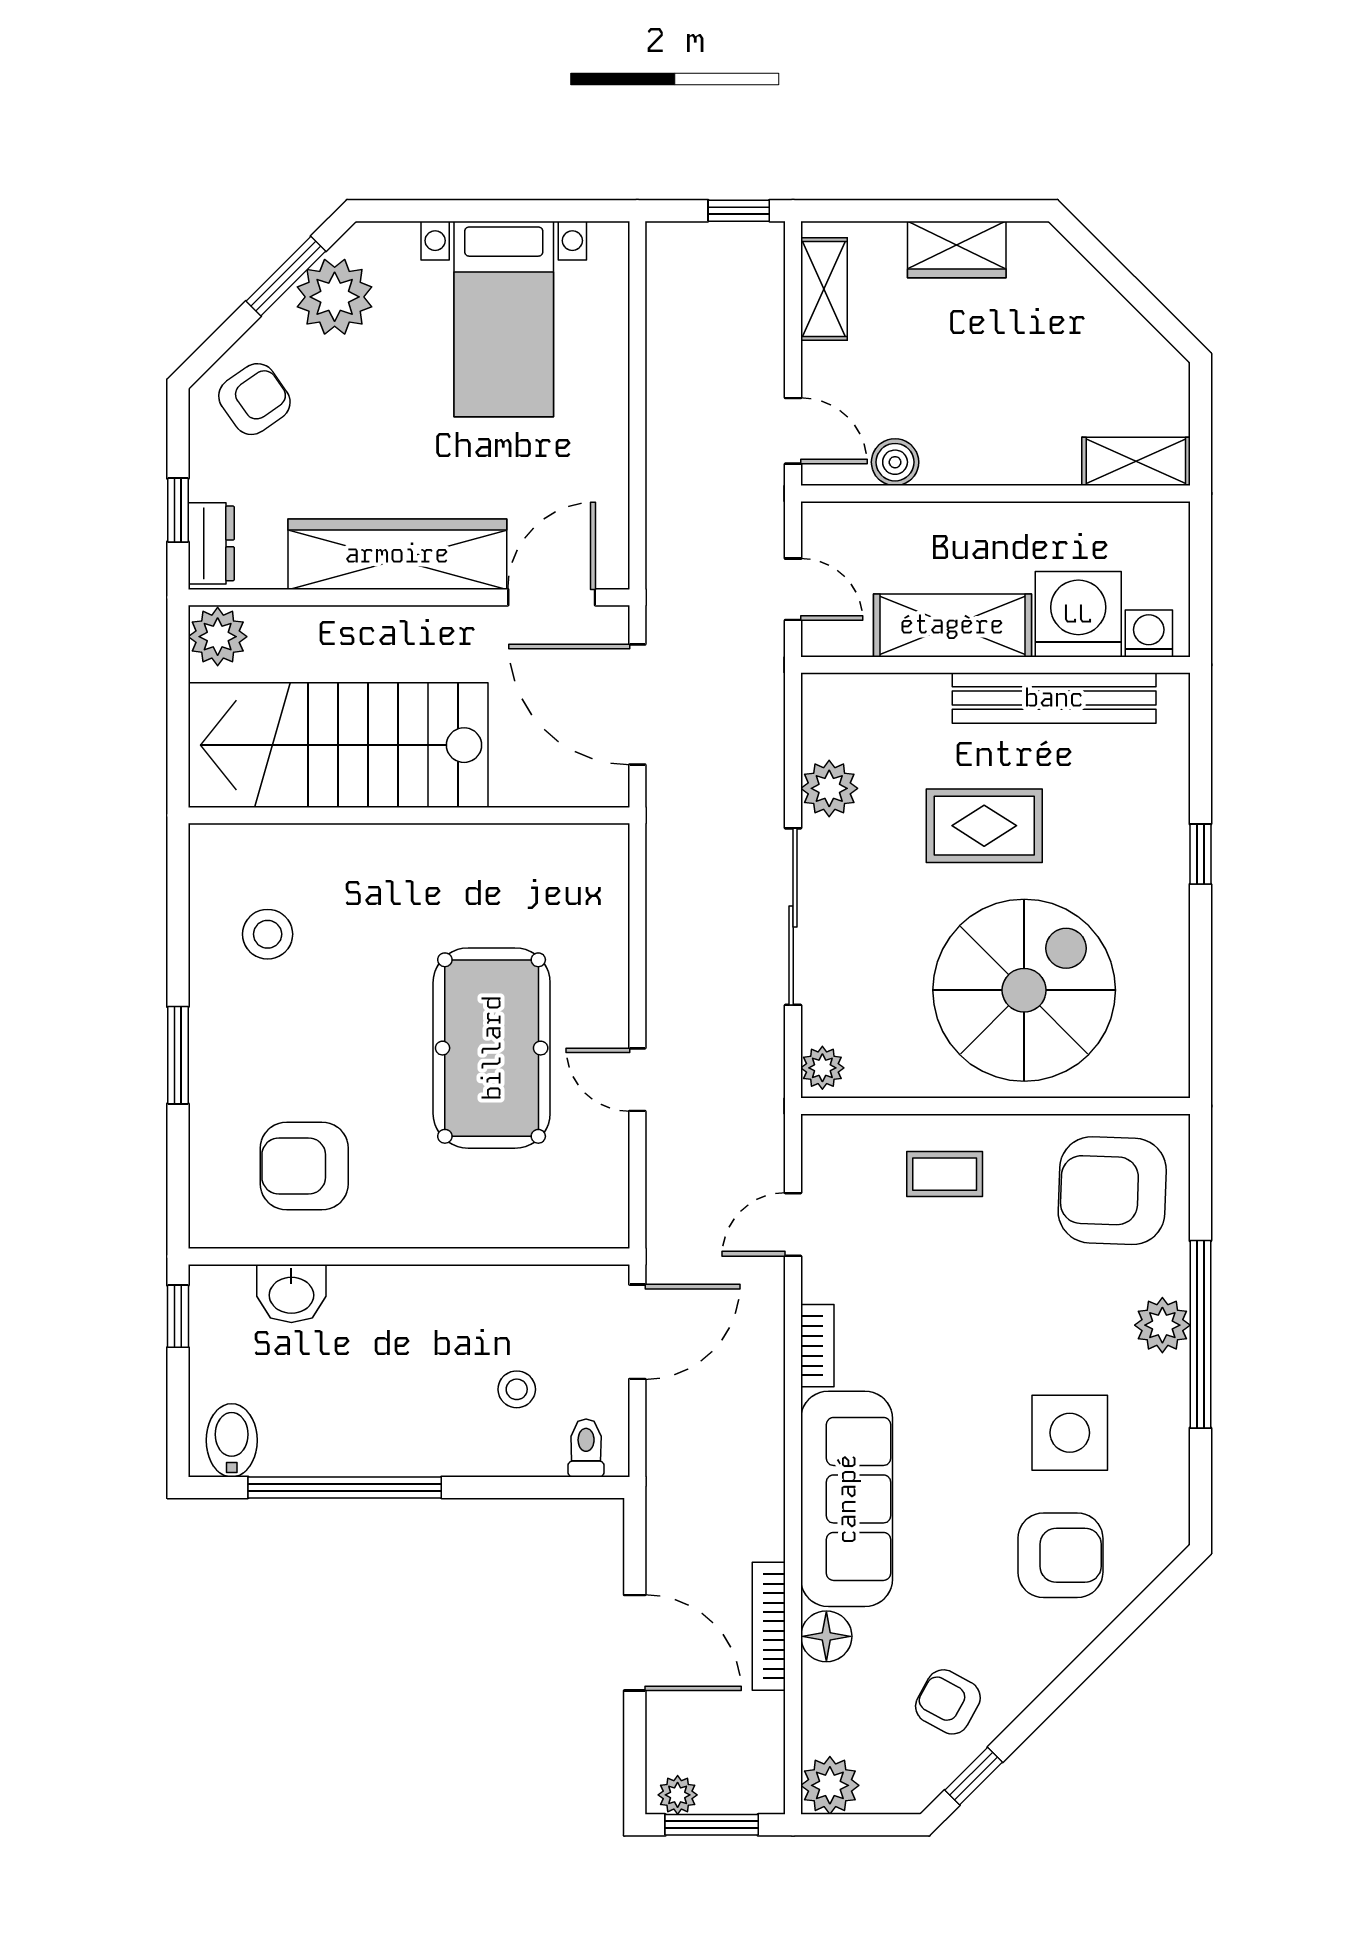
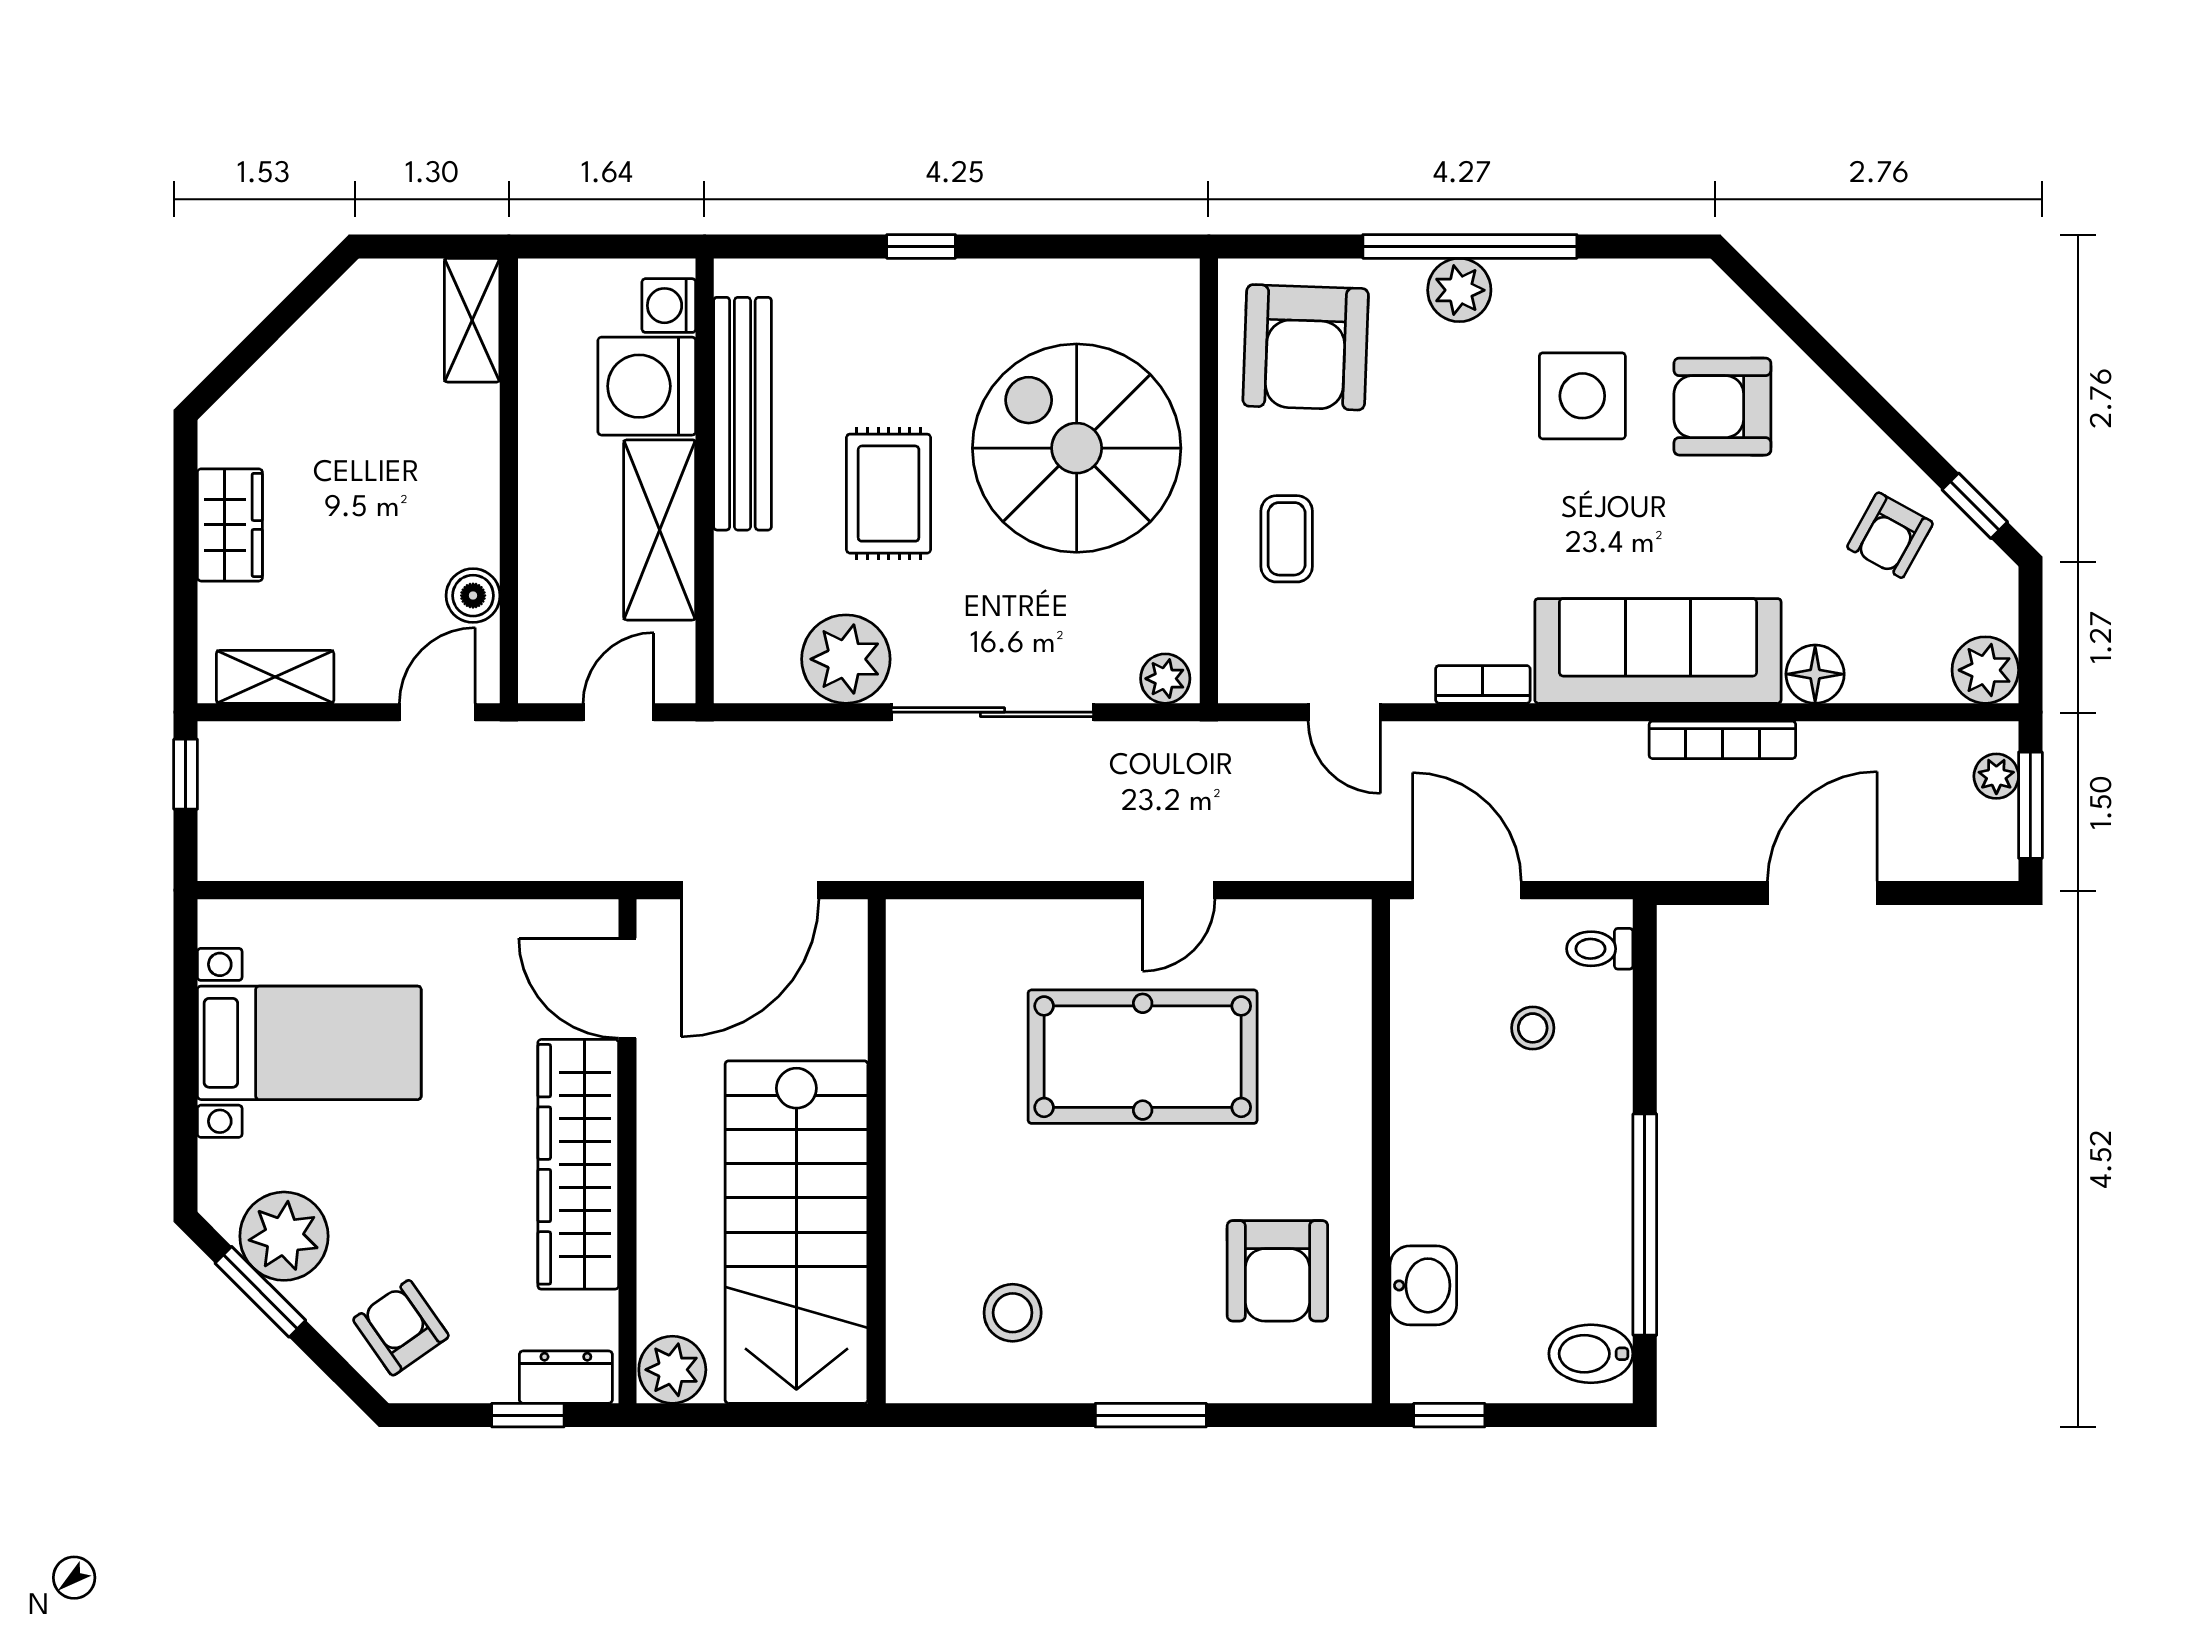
plant: (829, 788) -> (846, 659), width x1.36, depth x1.36
armchair: (1060, 1555) -> (1722, 407), turned -90
bookcase: (769, 1626) -> (1722, 740), moved
plant: (678, 1795) -> (1996, 776), moved

